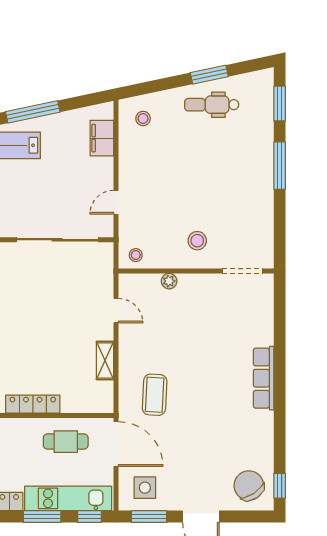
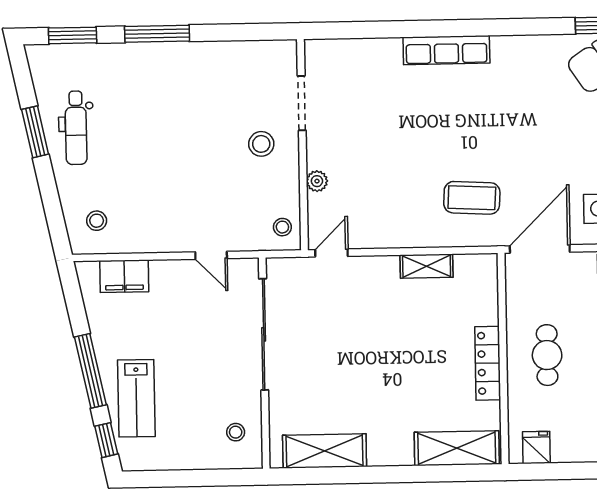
doorway: (243, 271) -> (302, 103), moved
door: (116, 311) -> (331, 253), moved
cafe table: (66, 442) -> (547, 355), moved

